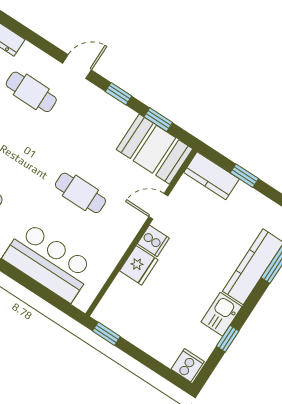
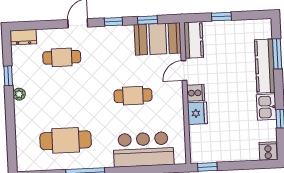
kitchen counter: (211, 176) -> (194, 40), moved, turned -90

